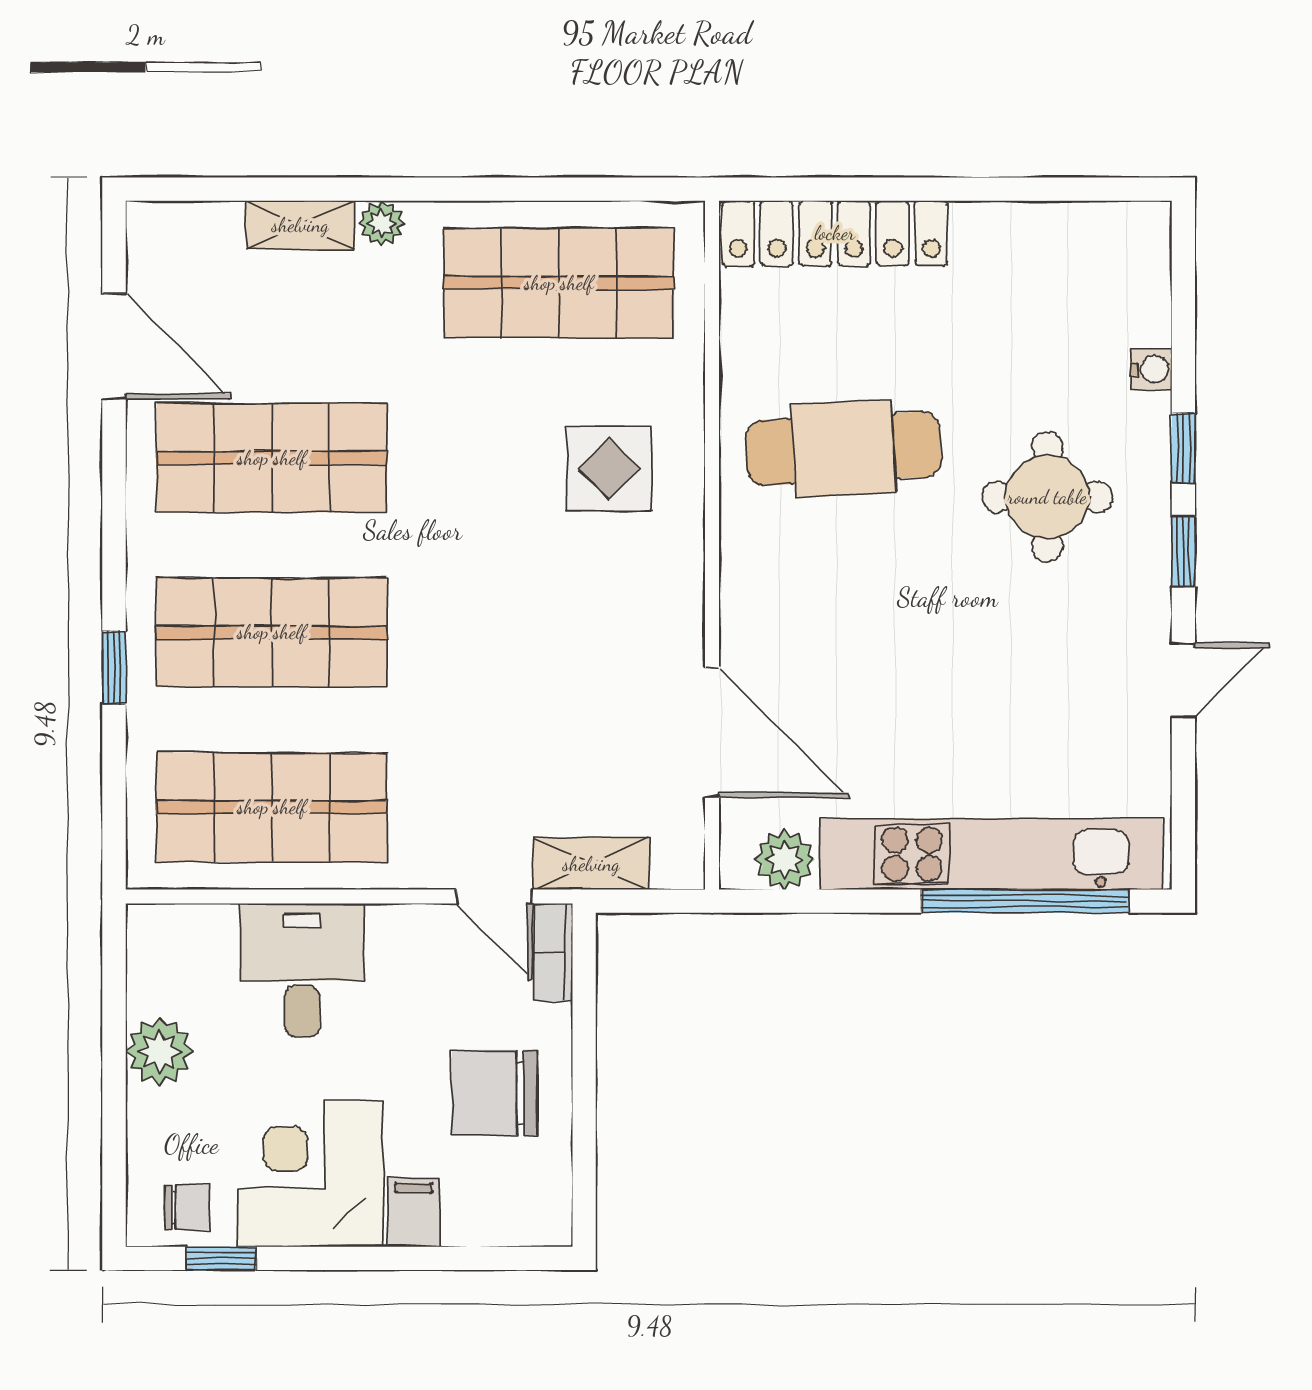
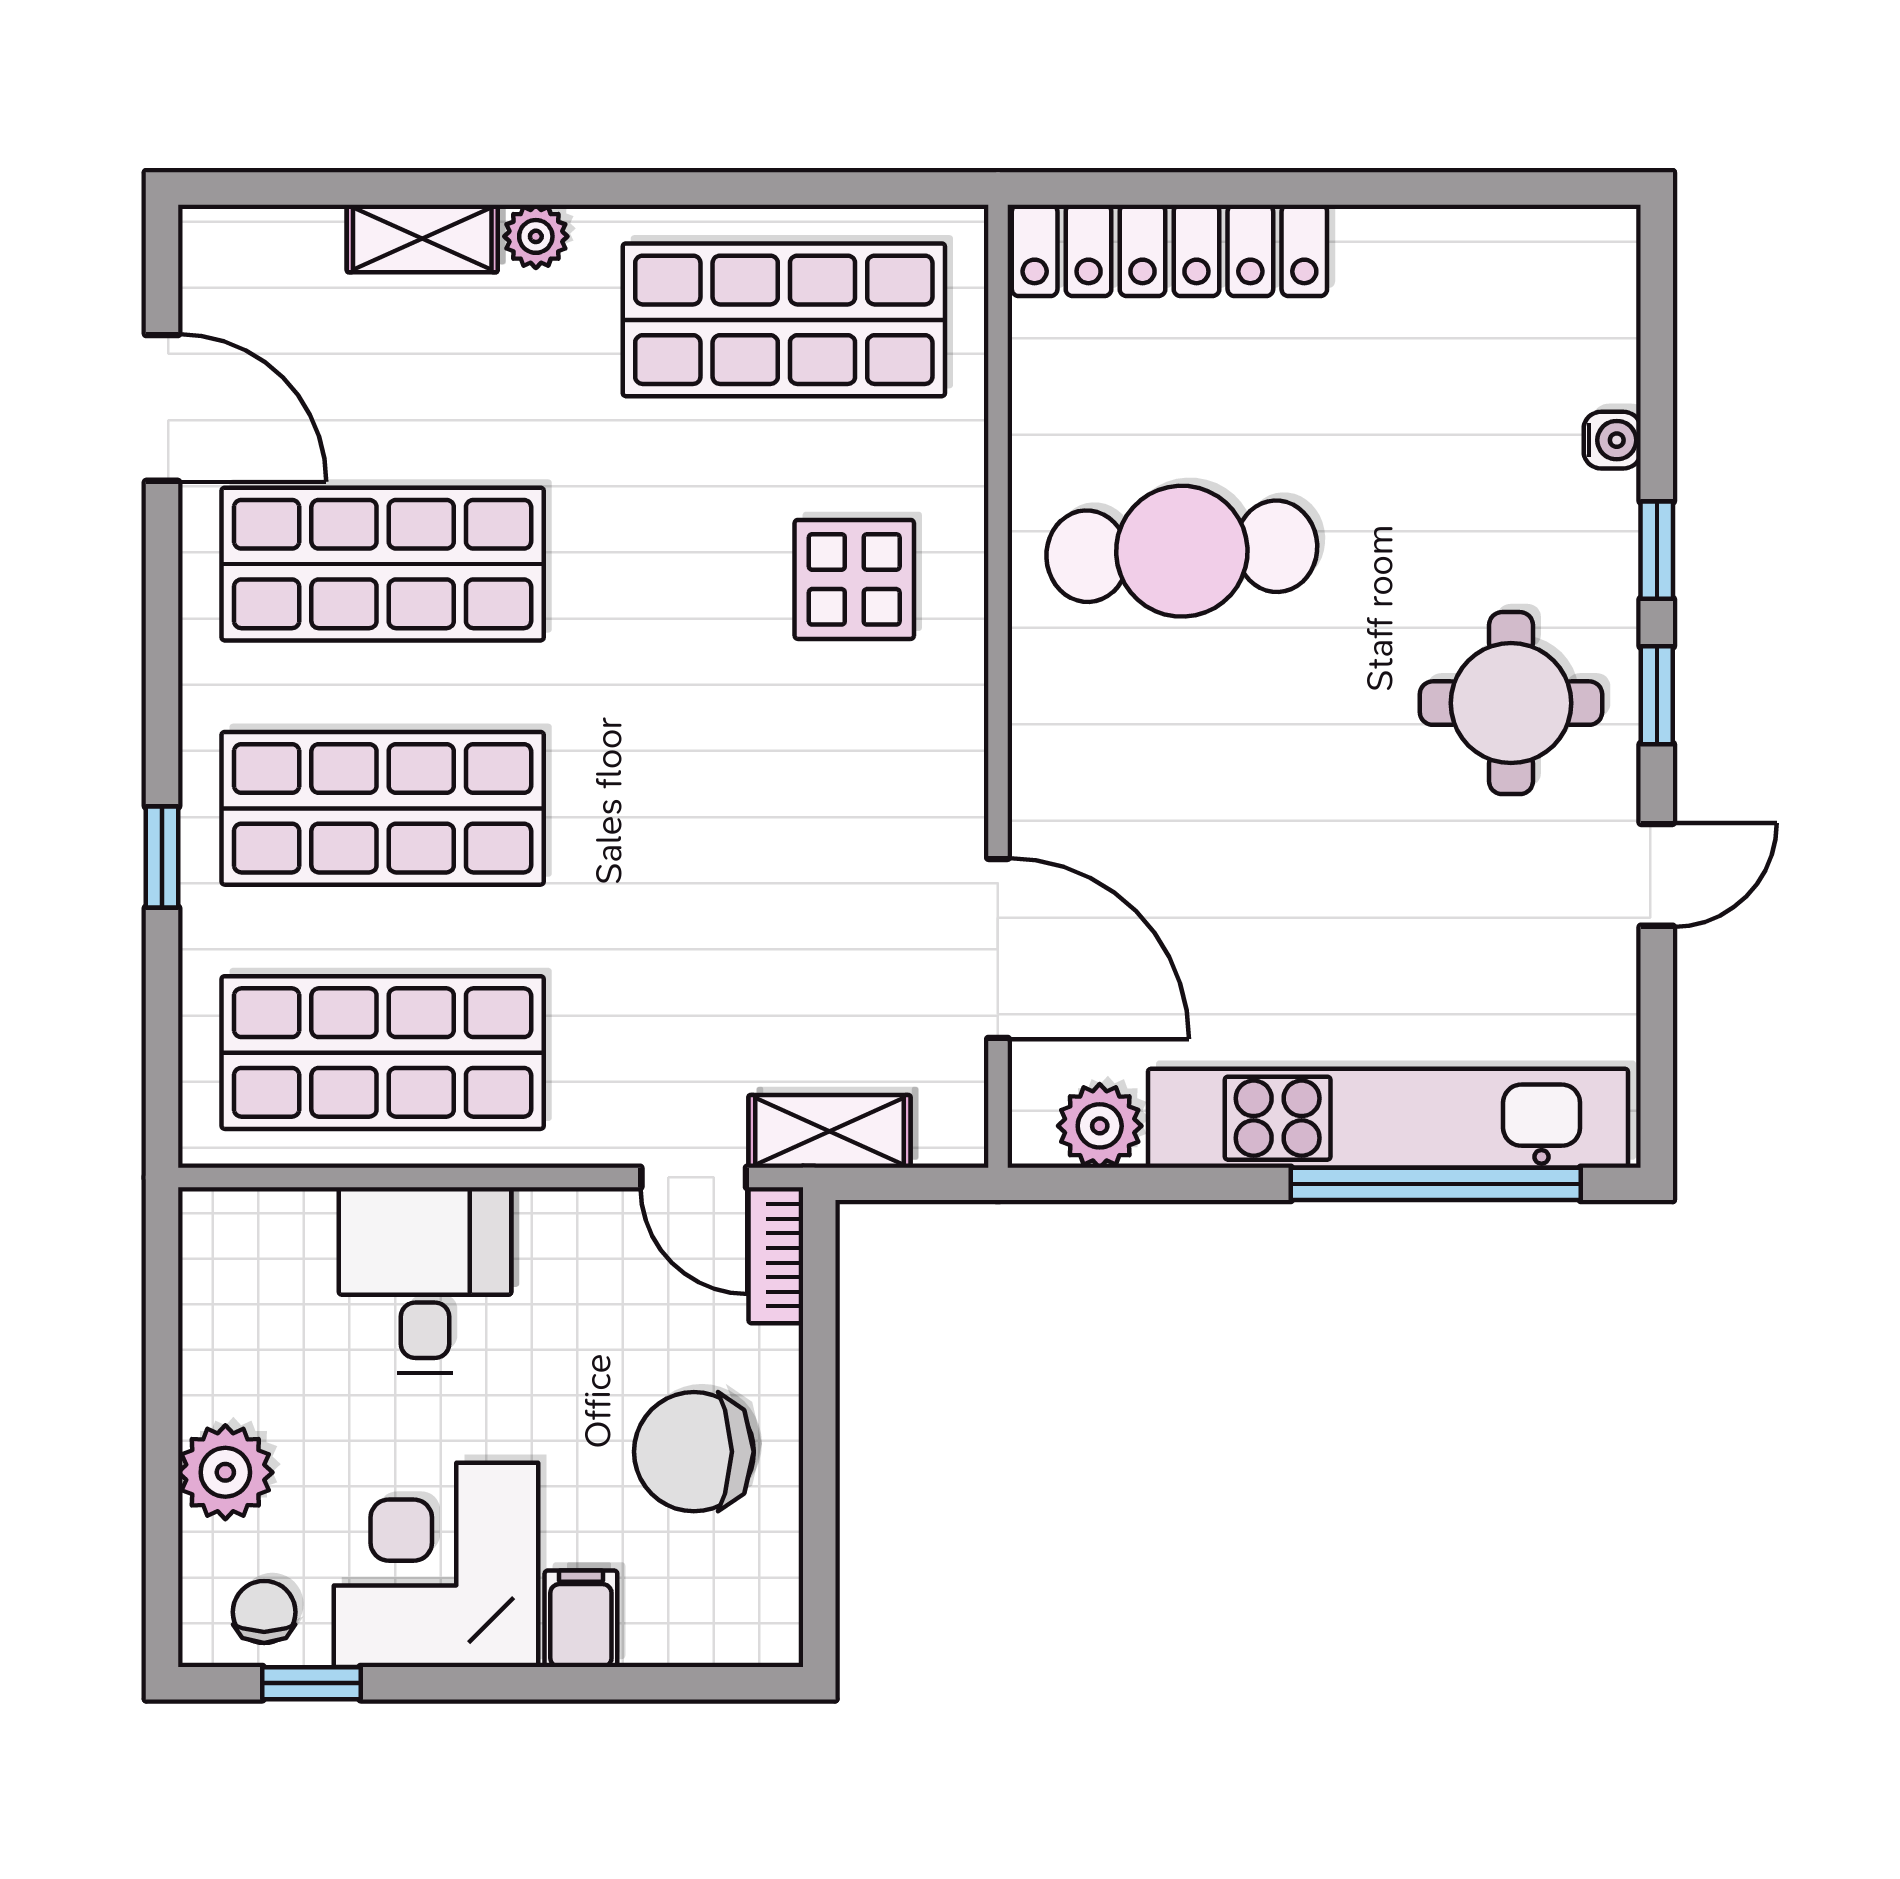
round table: (1047, 497) -> (1511, 703), moved
plant: (159, 1051) -> (225, 1472), moved
chair: (187, 1207) -> (264, 1612), turned -90

